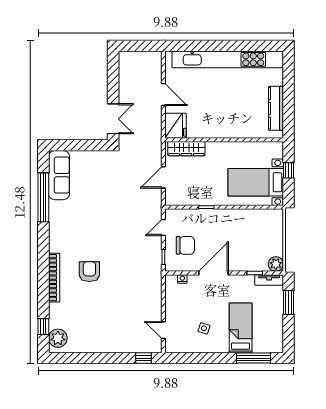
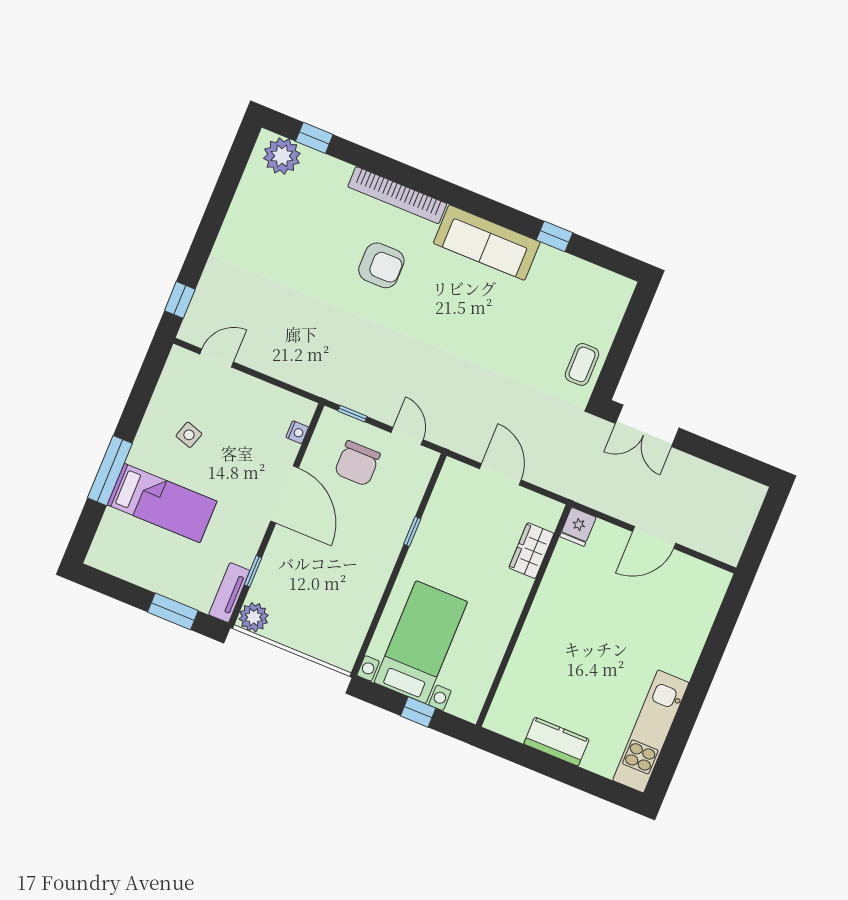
kitchen unit: (228, 59) -> (651, 731), width x0.54
kitchen counter: (276, 108) -> (556, 742), width x0.67
fridge: (176, 126) -> (578, 527), width x0.53, depth x0.75
wardrobe: (186, 149) -> (531, 551), width x0.67
coffee table: (97, 160) -> (582, 364), added
sofa: (59, 175) -> (487, 243), moved
window: (43, 197) -> (555, 236), width x0.32
window: (253, 358) -> (110, 471), moved

